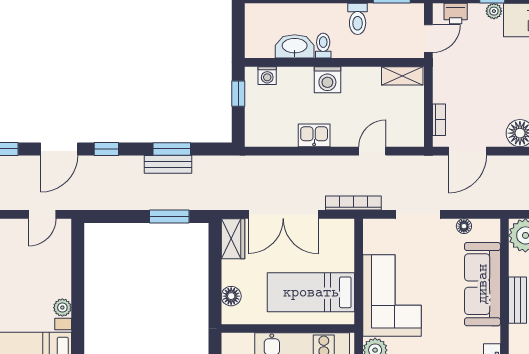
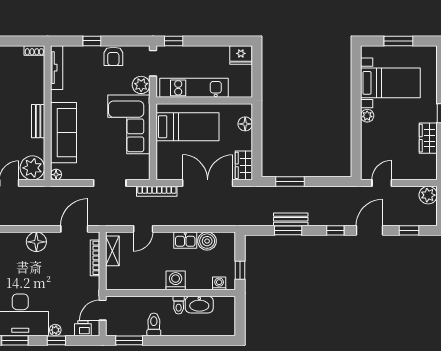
shelving: (402, 76) -> (112, 251), moved, turned 90
bookcase: (439, 120) -> (95, 258), width x1.56
boiler: (284, 134) -> (207, 241), added
floor lamp: (464, 226) -> (56, 175), moved

